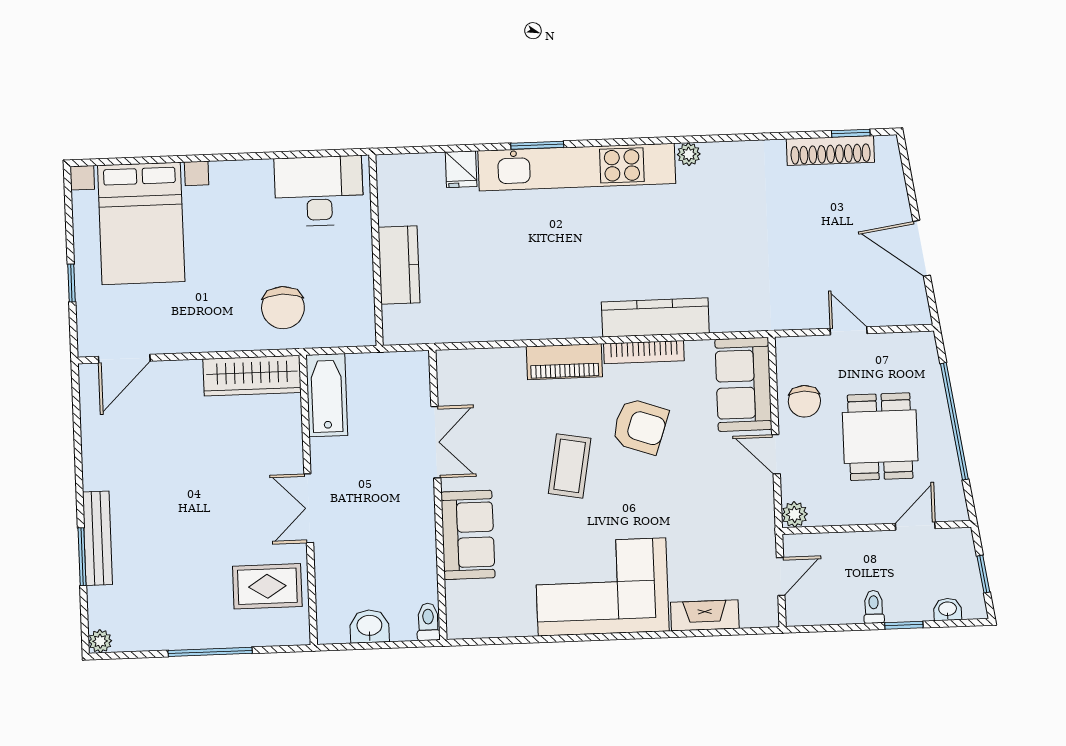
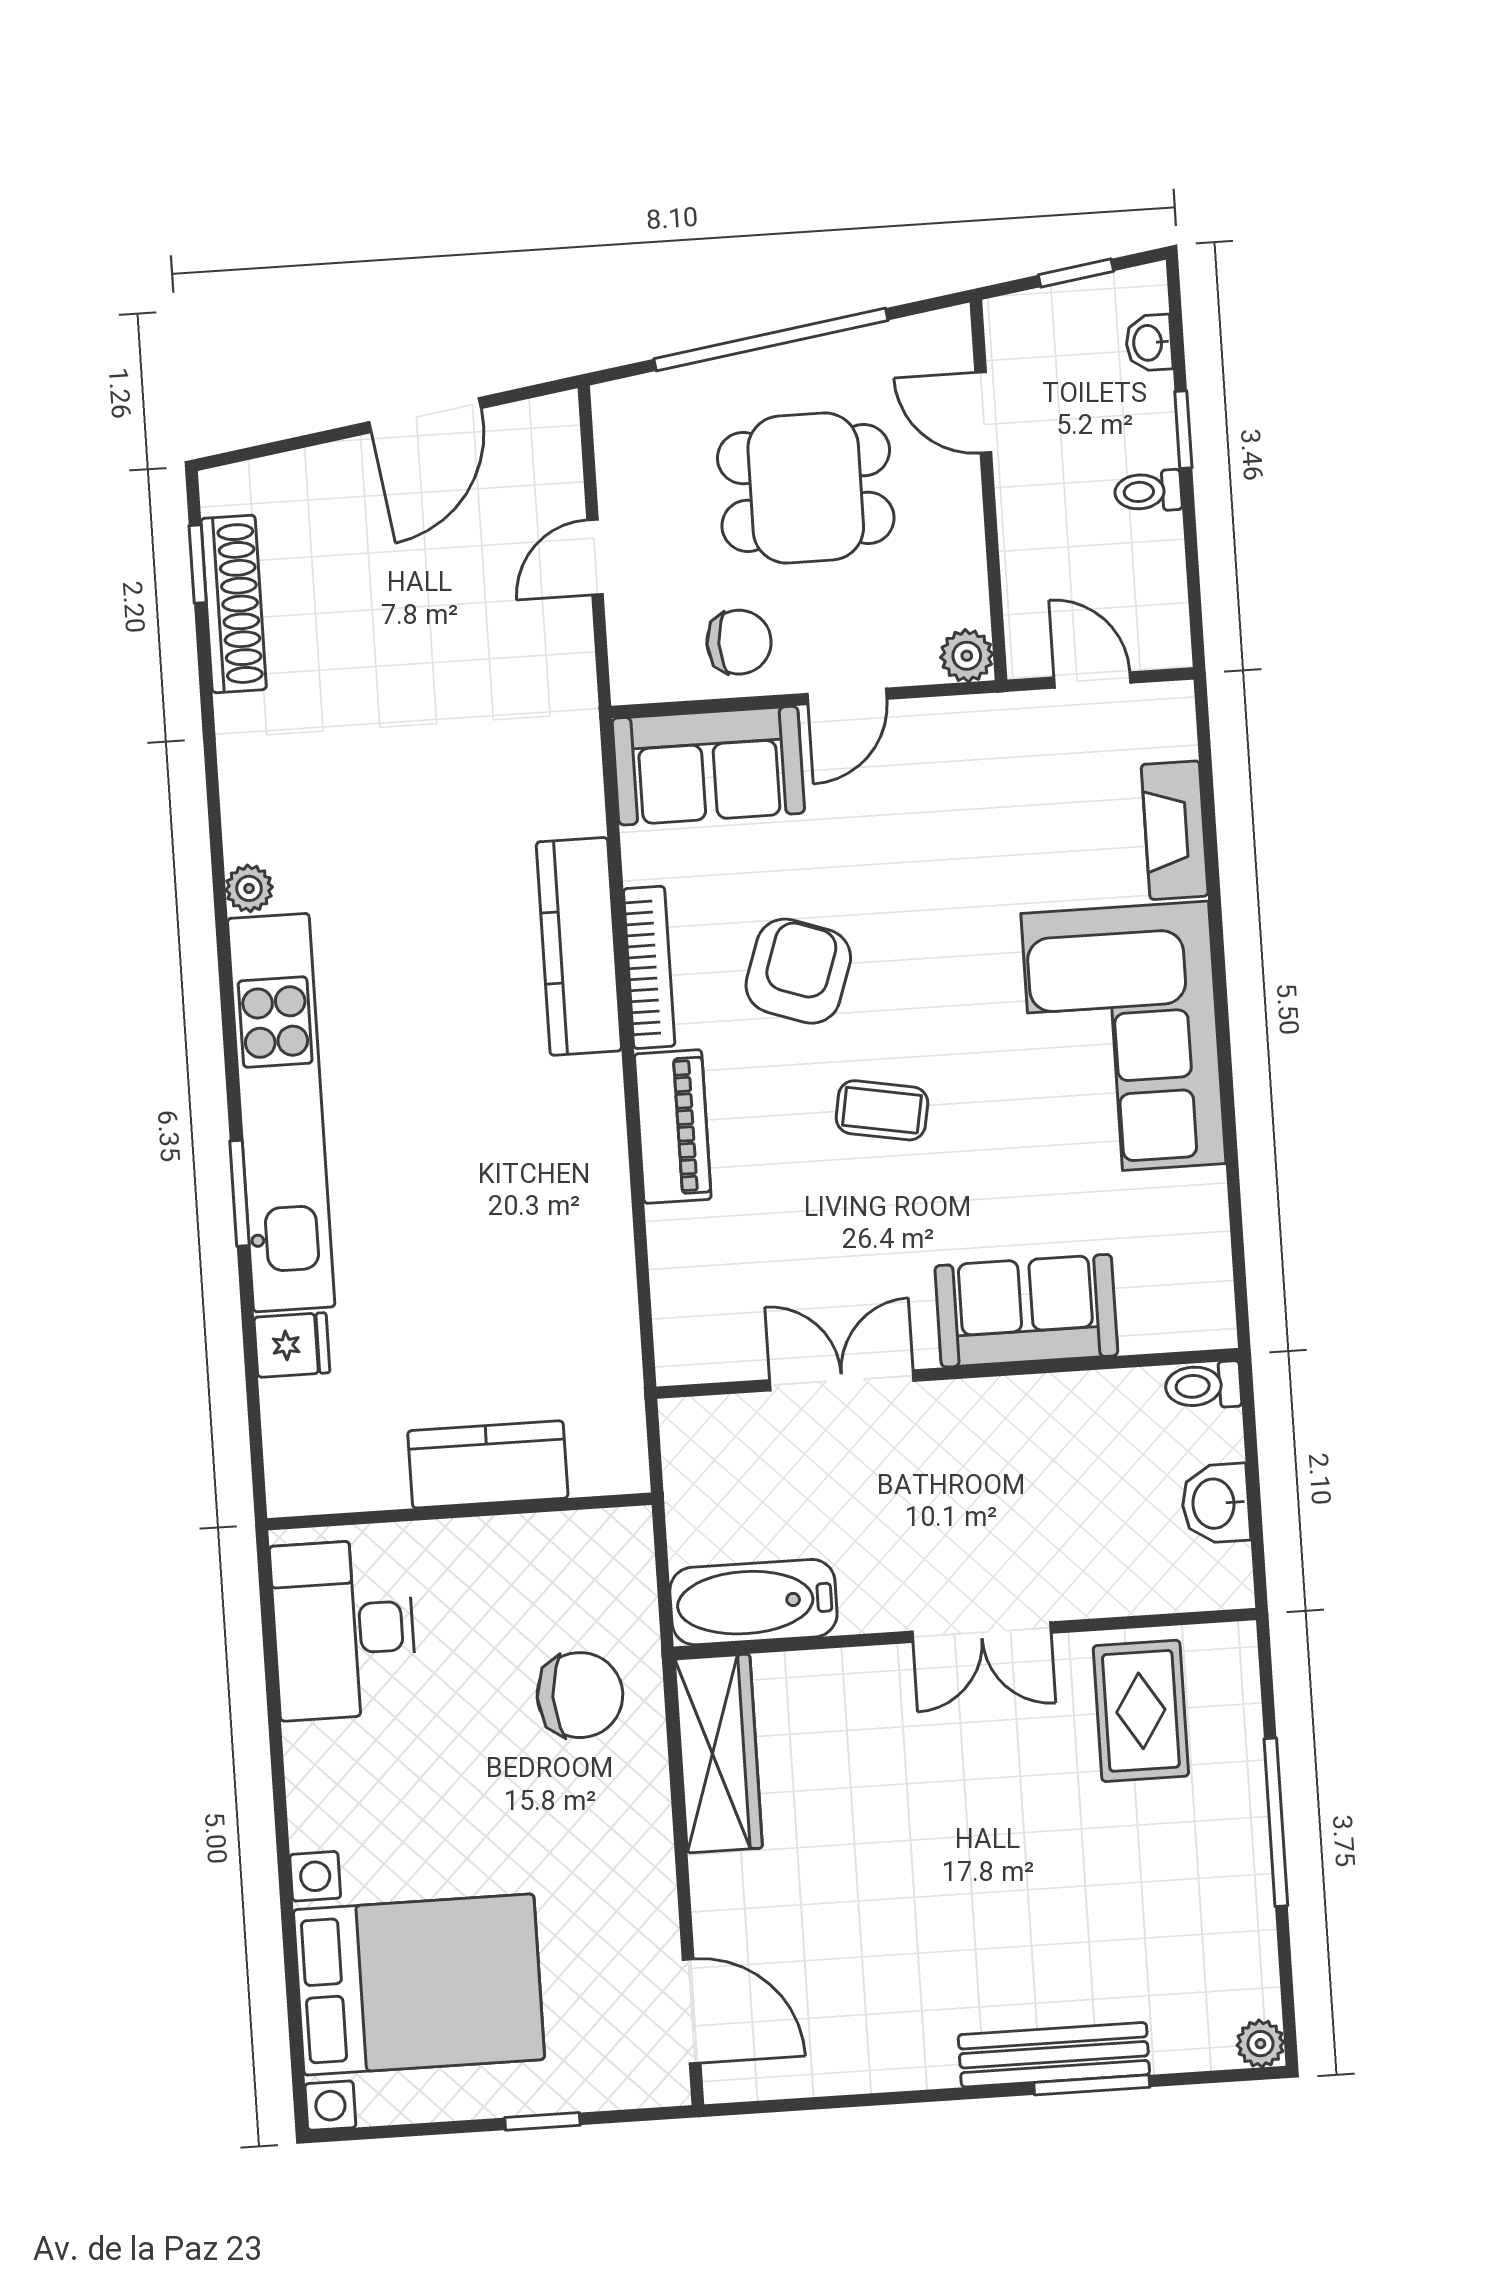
coffee table: (570, 466) -> (882, 1110), width x0.73, depth x0.77

